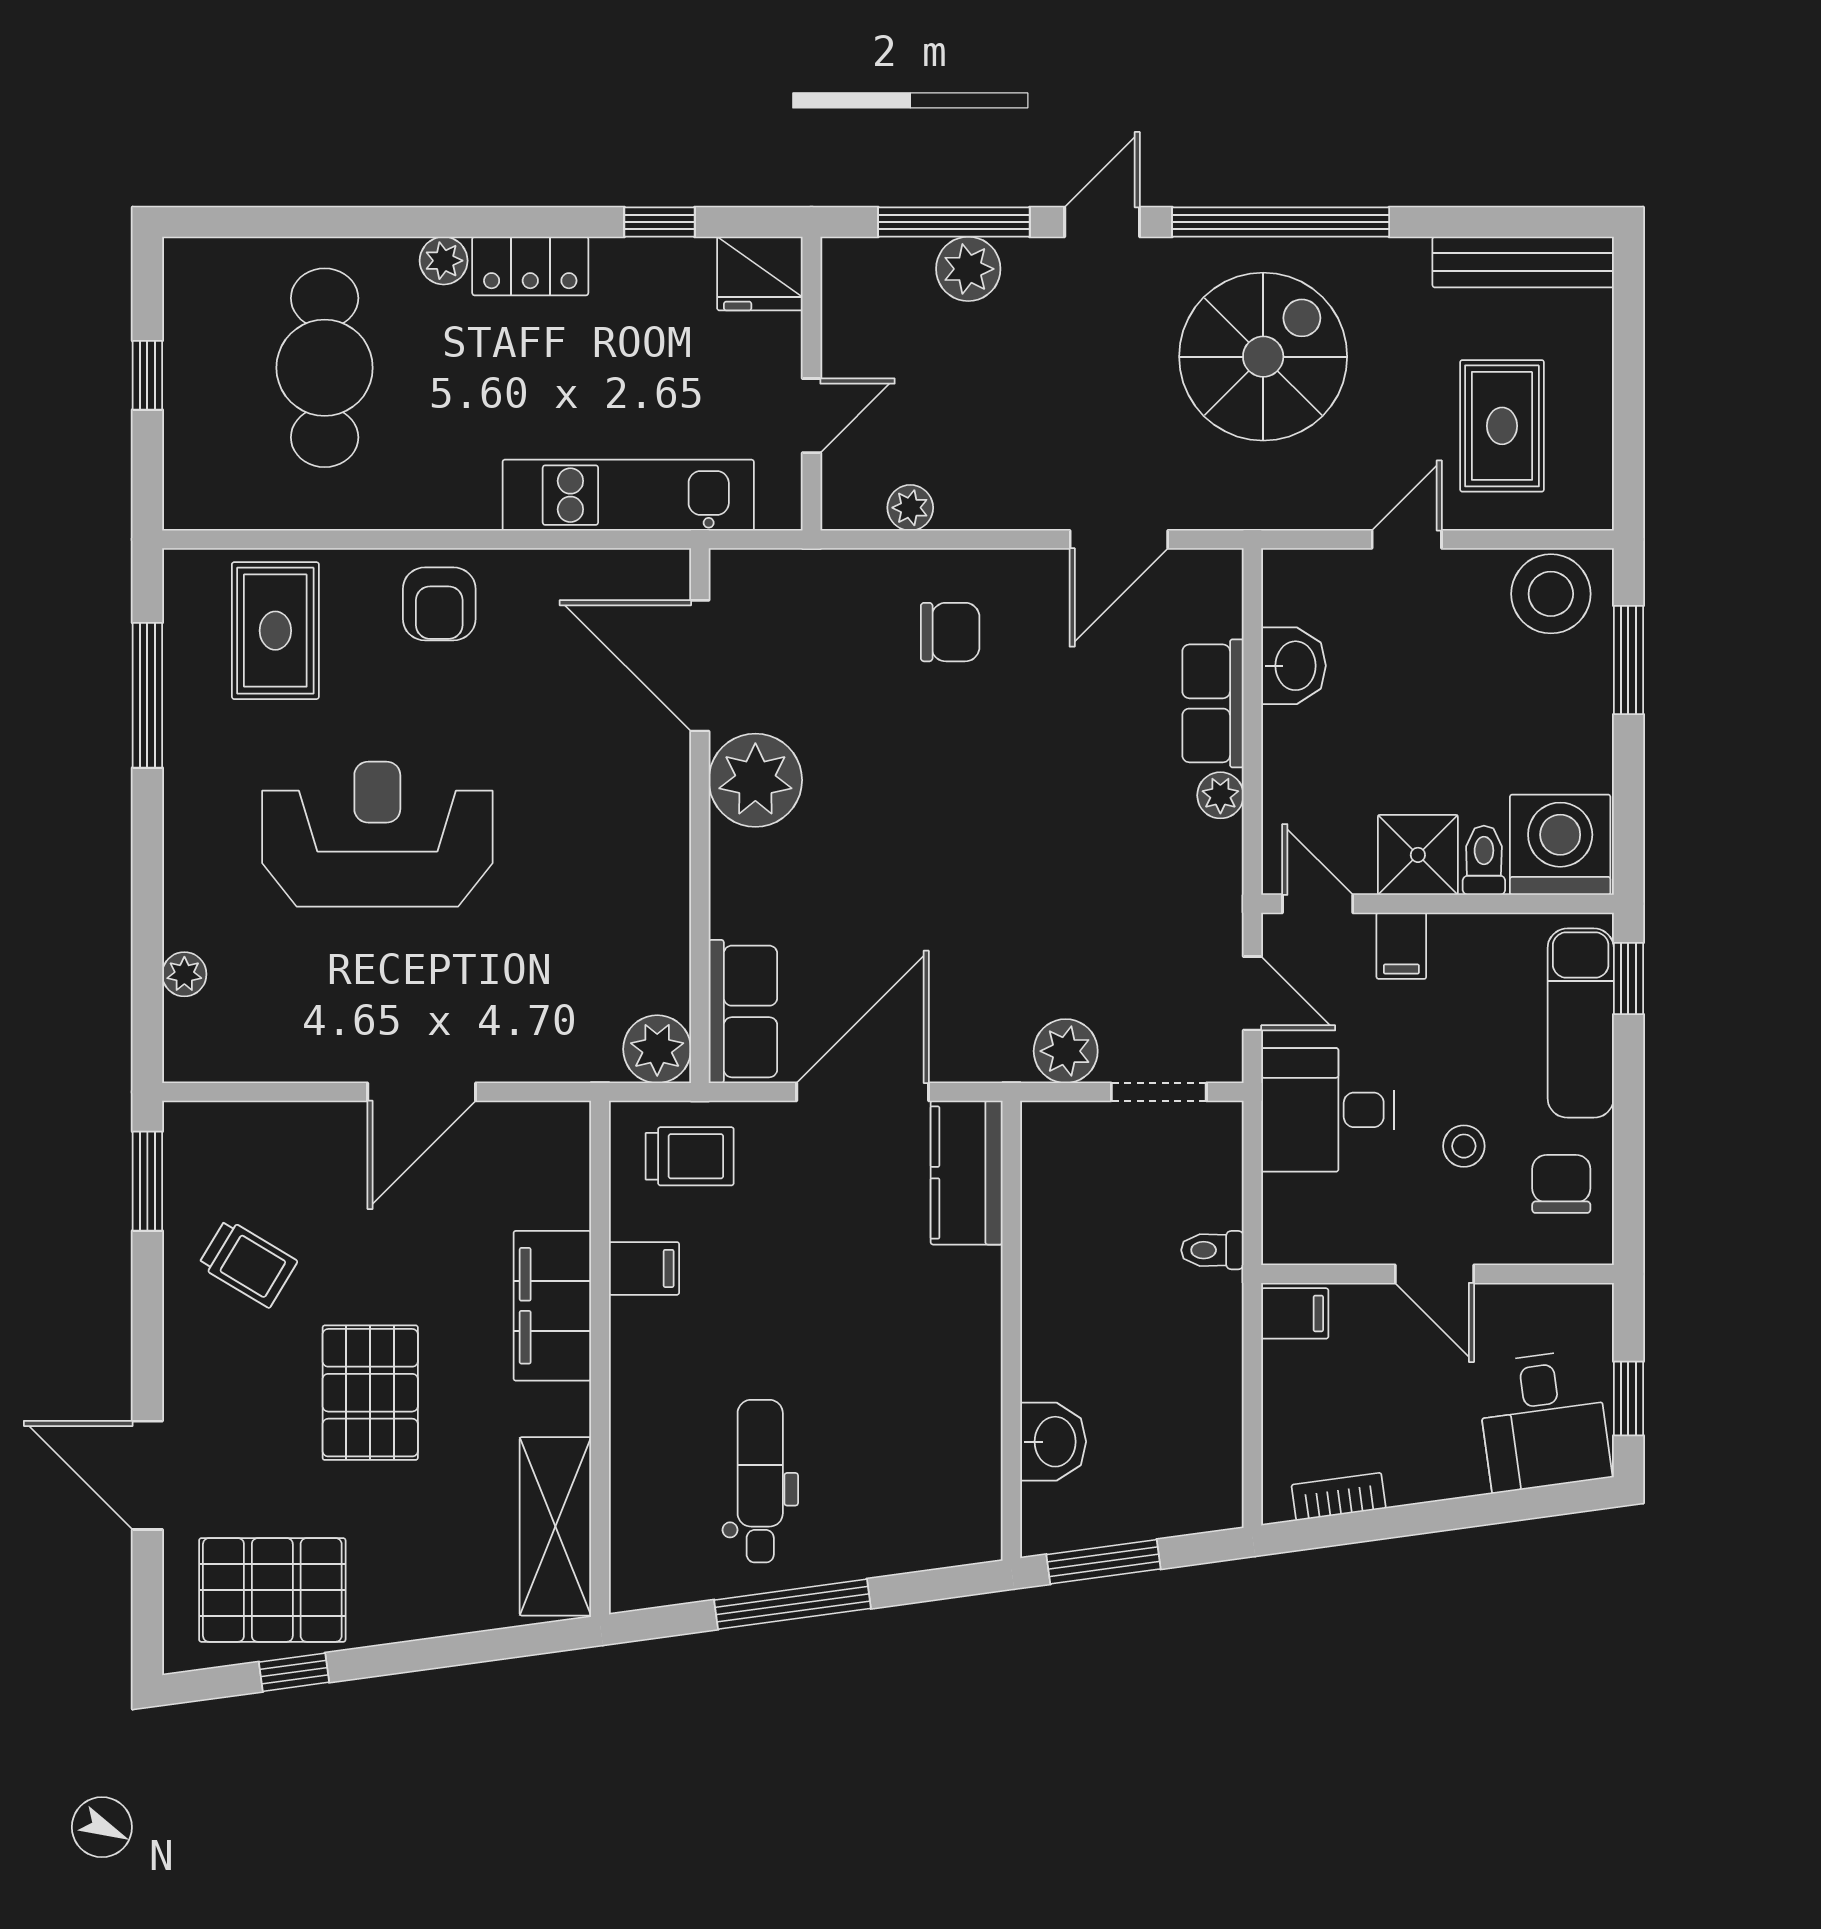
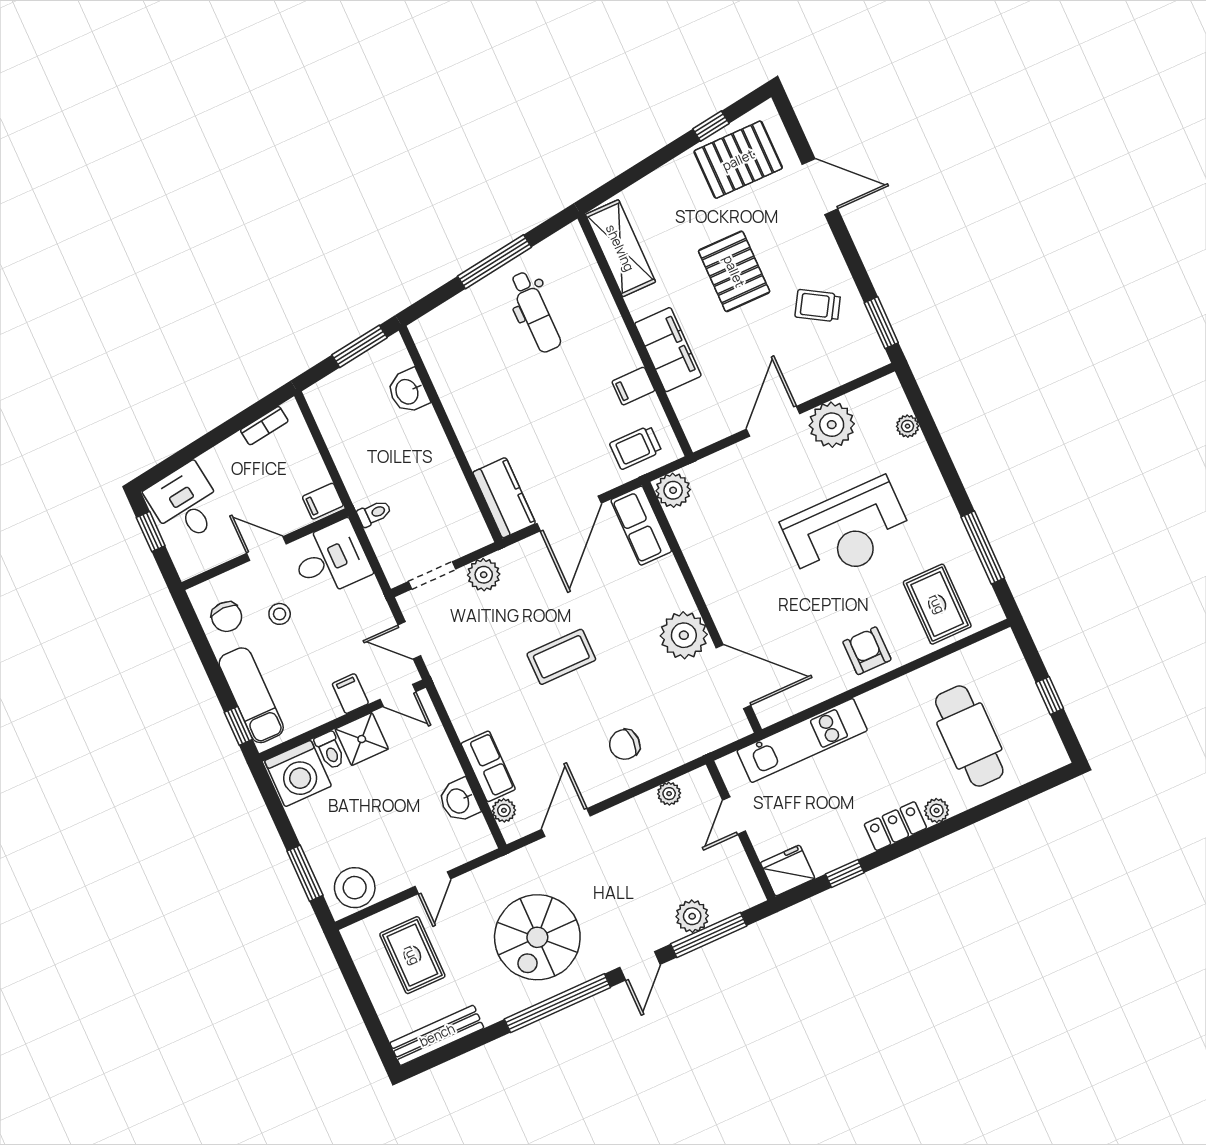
plant: (1220, 795) -> (504, 810), moved
coffee table: (993, 841) -> (561, 657), added
plant: (319, 1038) -> (832, 425), added
desk: (1328, 1110) -> (331, 559), moved

